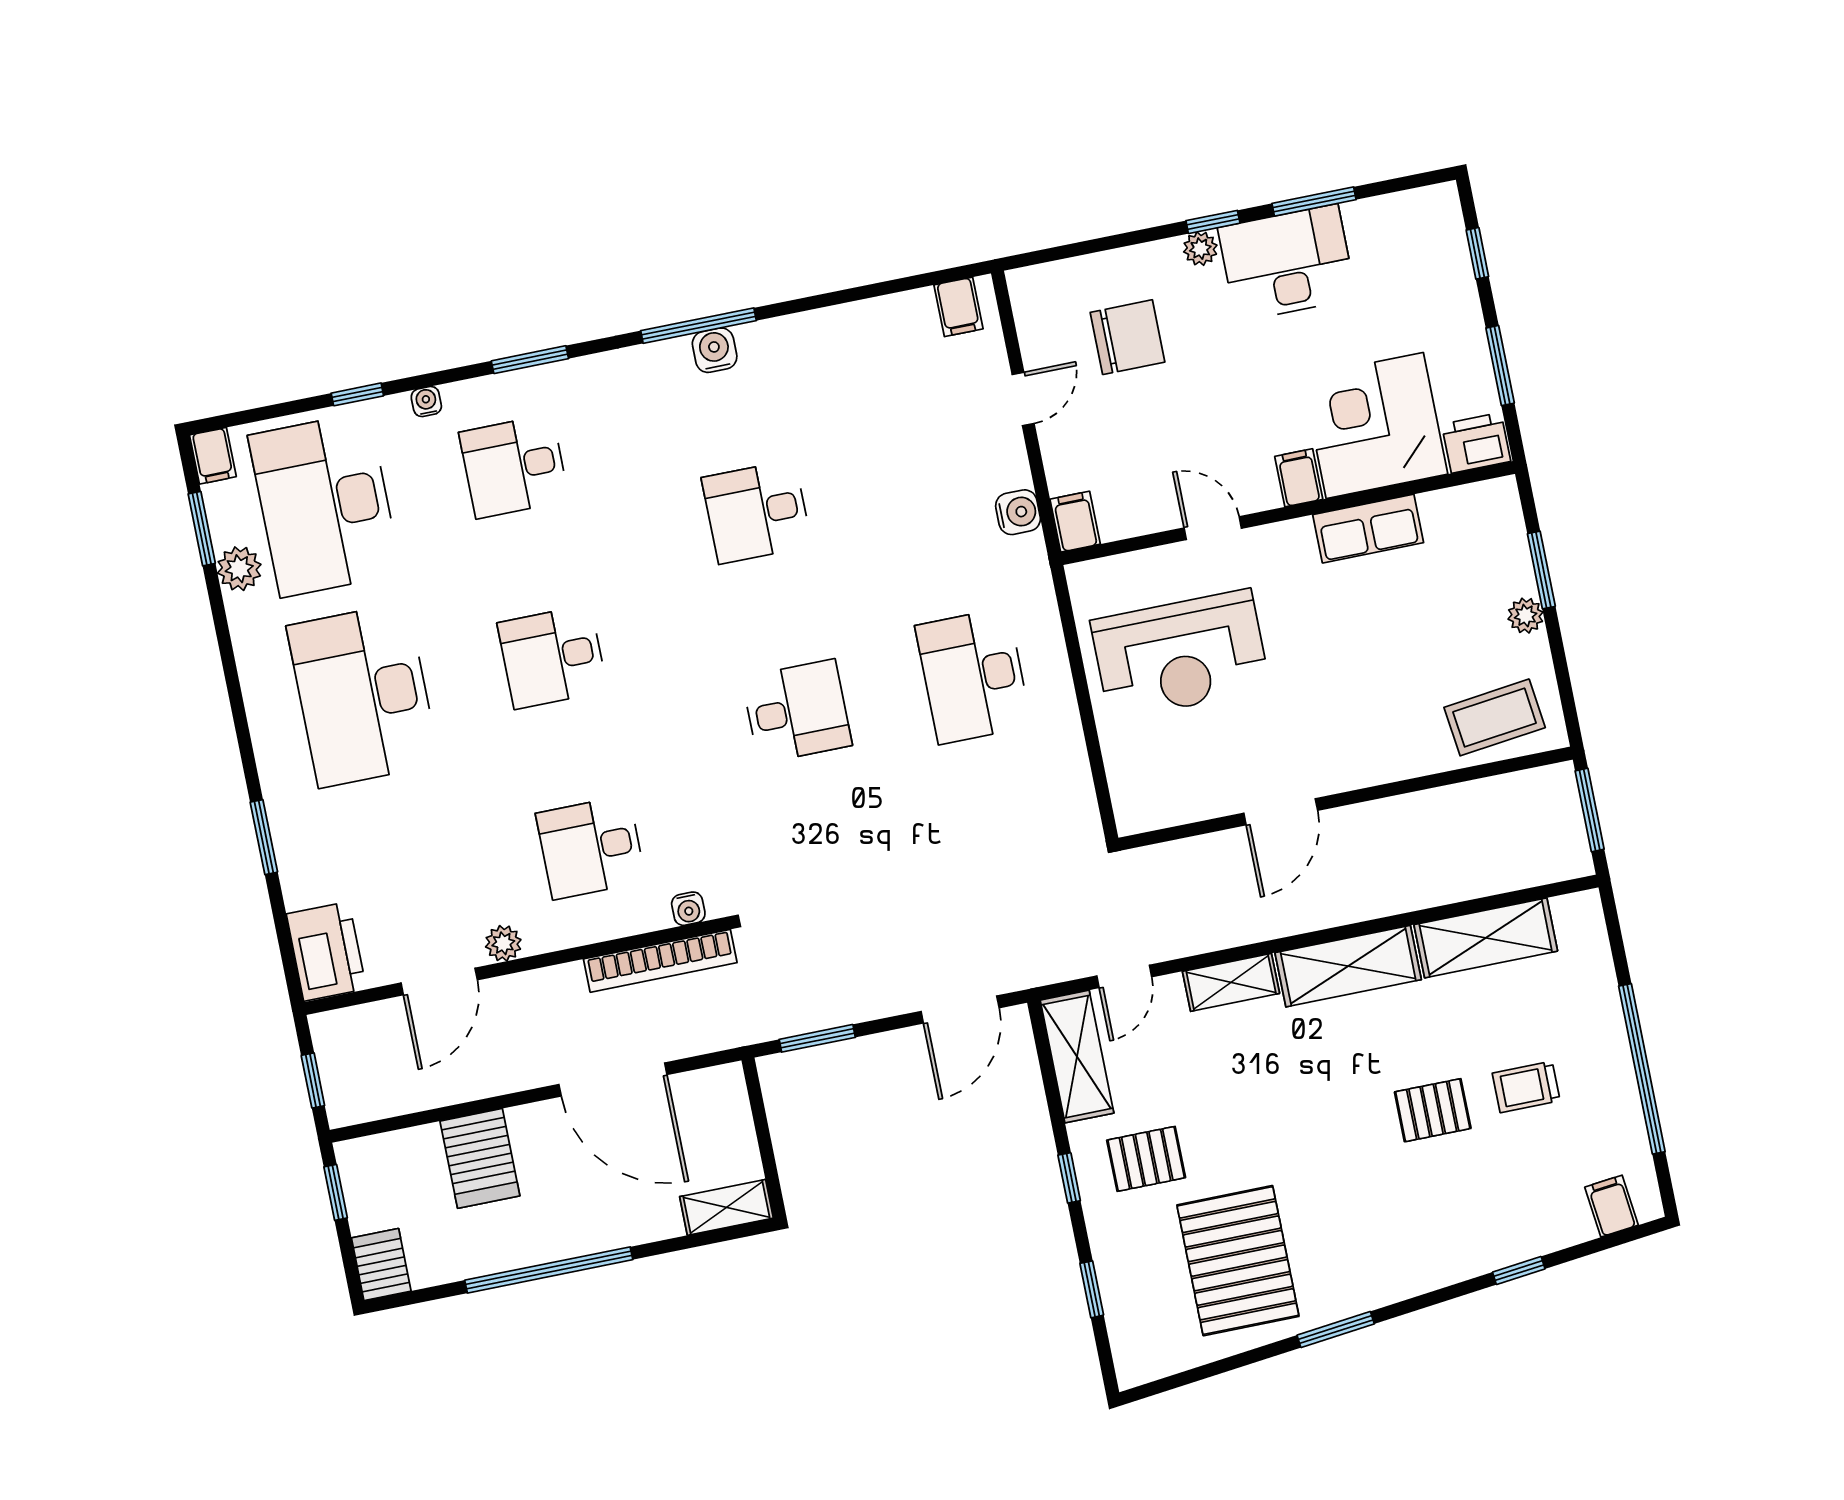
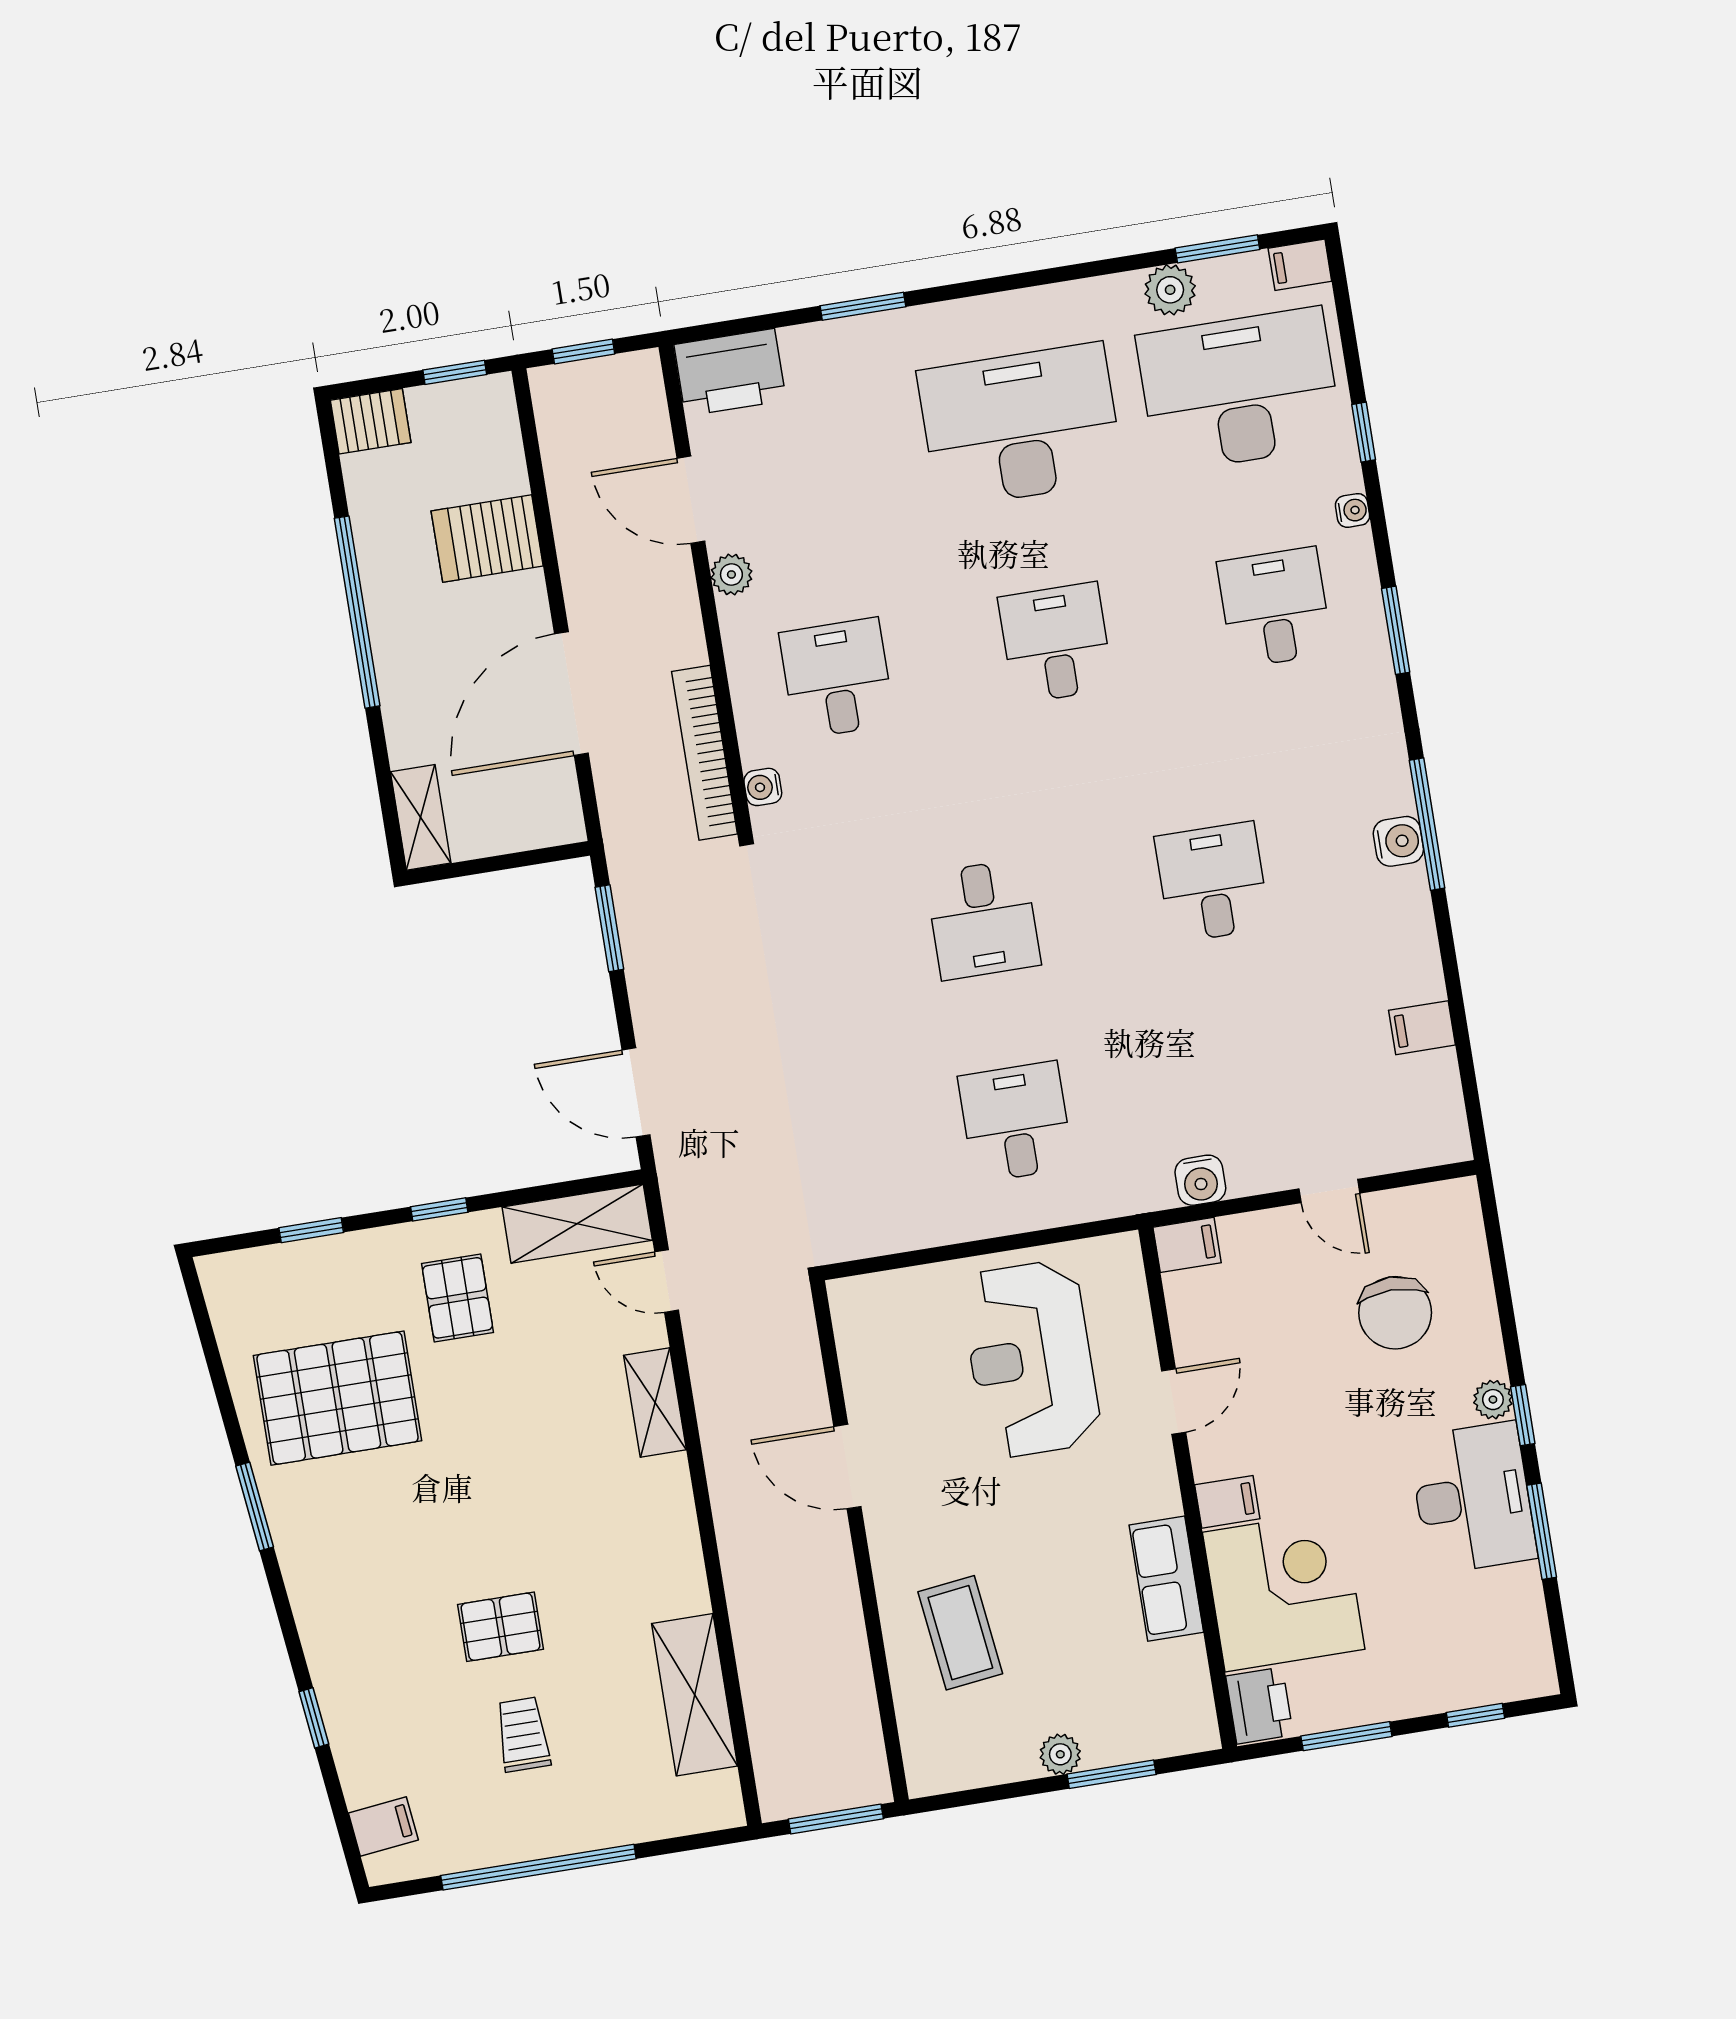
filing cabinet: (958, 307) -> (1422, 1028), moved
desk: (973, 676) -> (1016, 1122), width x0.73
coffee table: (1495, 717) -> (960, 1633), moved
shelving: (1348, 966) -> (668, 1537), removed
pallet: (1433, 1110) -> (500, 1627), turned 90

